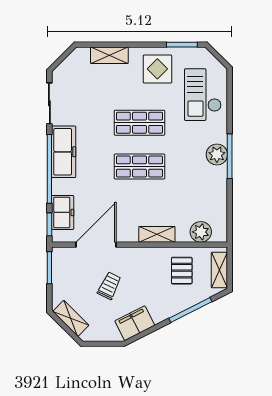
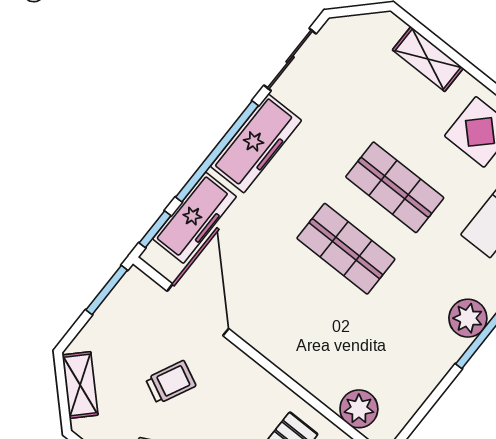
freezer: (63, 212) -> (195, 218), width x1.40
shelving: (157, 234) -> (295, 363), removed
door: (96, 245) -> (198, 310), hinge flipped

